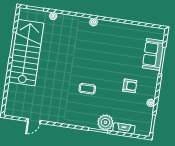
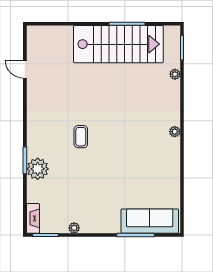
sofa: (153, 54) -> (150, 221), width x1.36
armchair: (130, 86) -> (94, 195), removed
fireplace: (124, 128) -> (33, 218), moved

